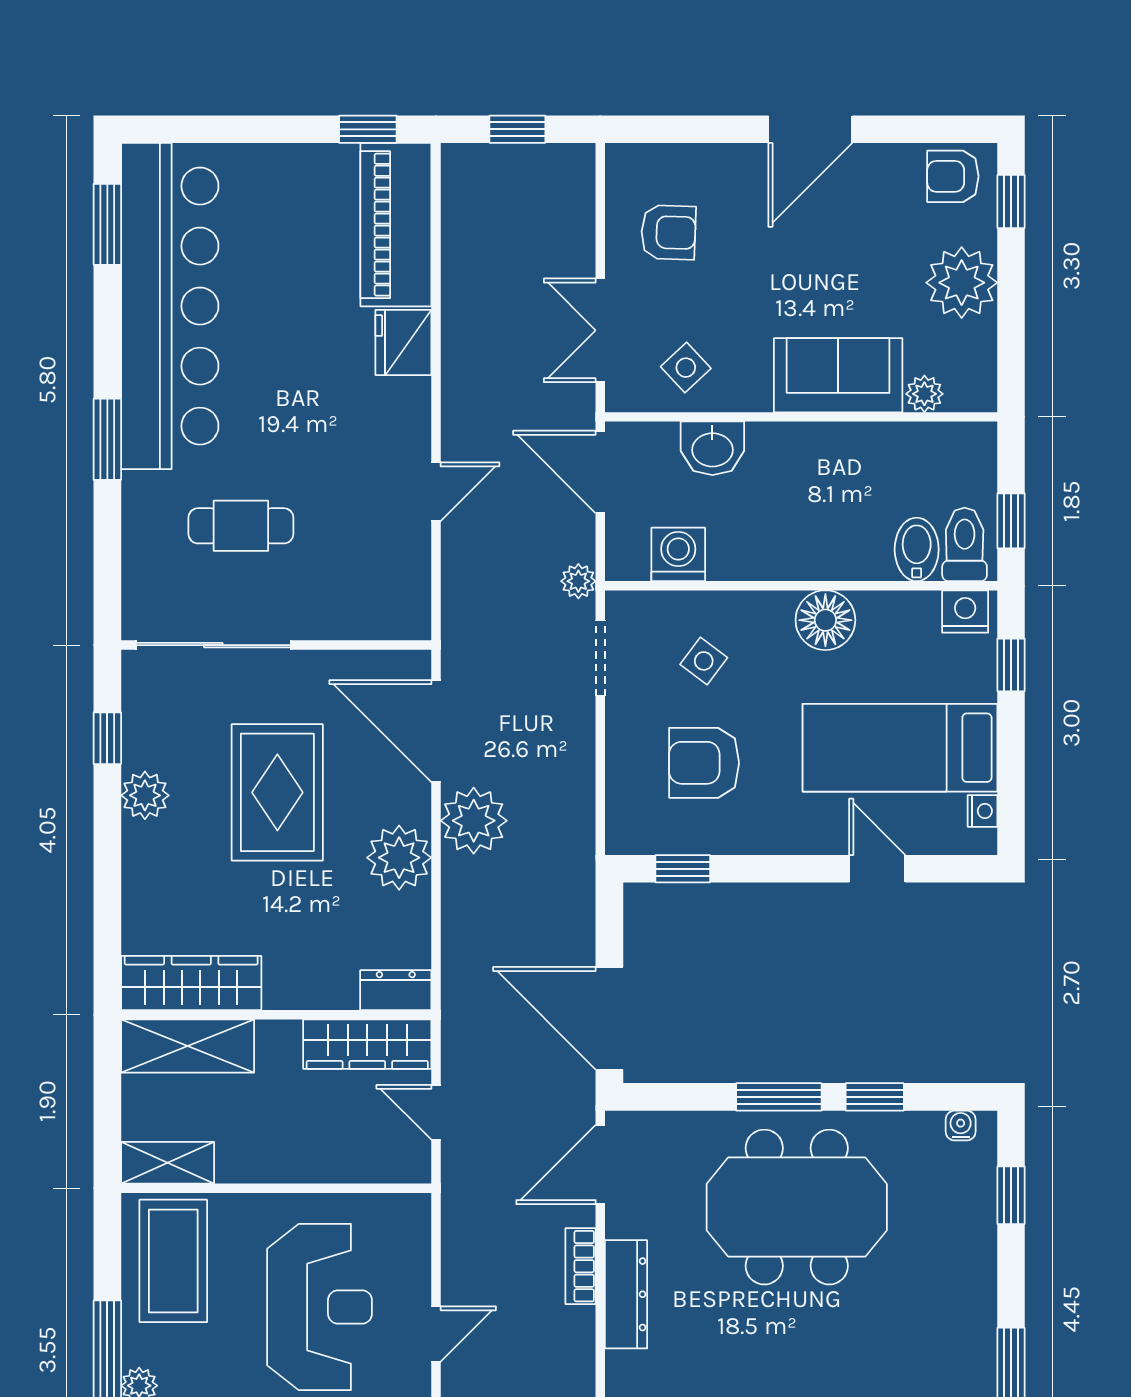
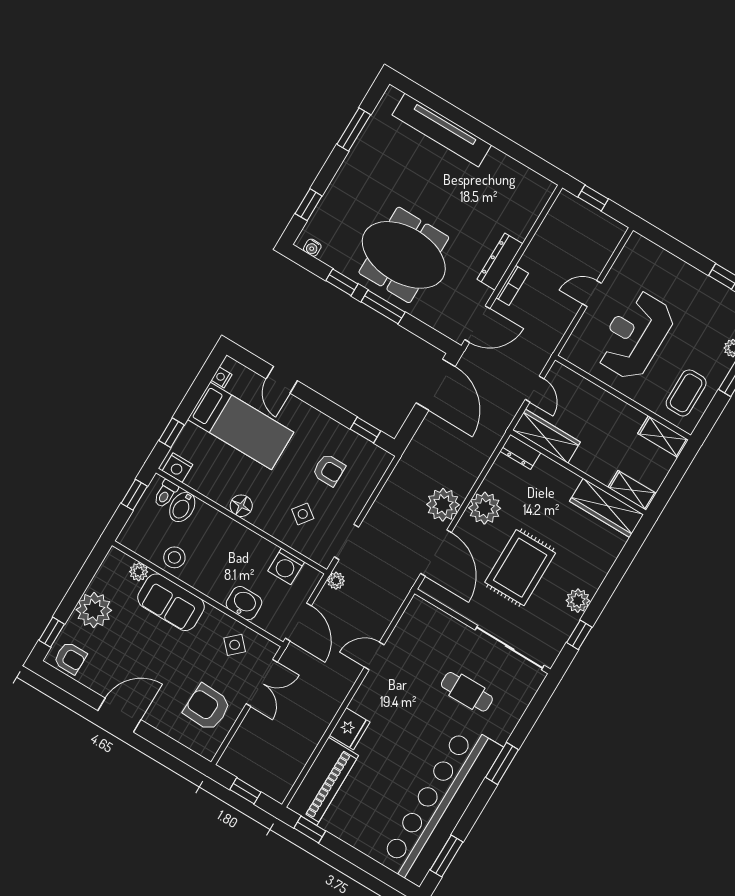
armchair: (668, 232) -> (207, 707), width x1.38, depth x1.38
stool: (878, 455) -> (174, 557), added
toilet: (965, 544) -> (166, 494), width x0.73, depth x0.72
floor lamp: (825, 620) -> (241, 506), width x0.73, depth x0.73
armchair: (704, 763) -> (329, 470), width x0.72, depth x0.72
shelving: (188, 1046) -> (632, 490), width x0.67, depth x0.75
coffee table: (173, 1261) -> (686, 393), width x0.73, depth x0.76

